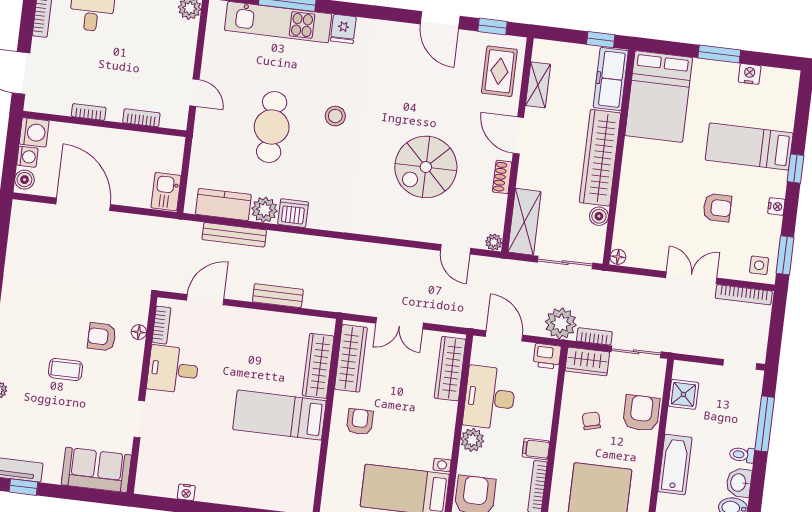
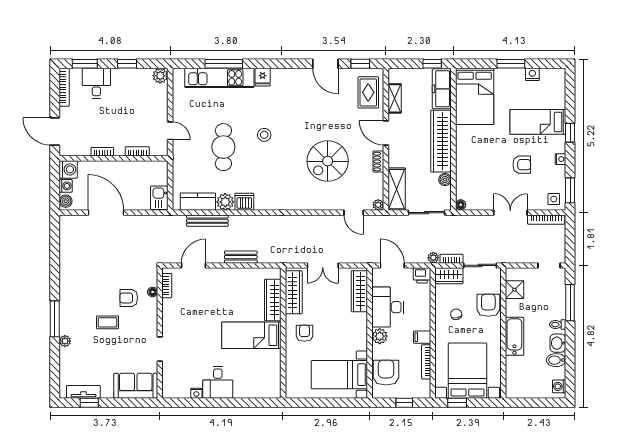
plant: (561, 323) -> (433, 258), width x0.53, depth x0.53
desk: (173, 369) -> (218, 382), moved, turned -90

